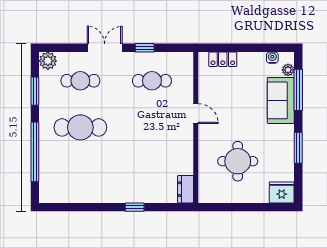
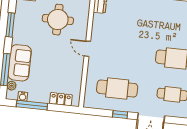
window: (259, 48) -> (32, 105), added
cafe table: (152, 81) -> (117, 88), width x1.37, depth x1.35
door: (196, 114) -> (87, 49), moved

